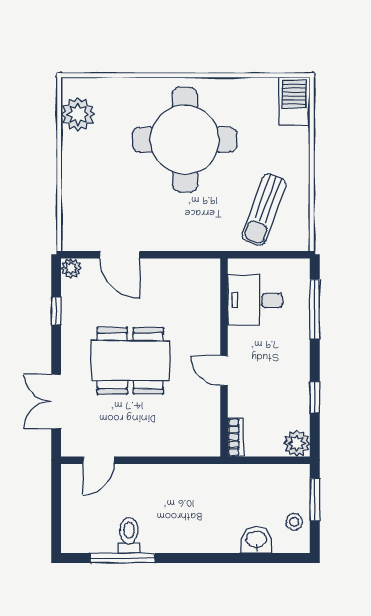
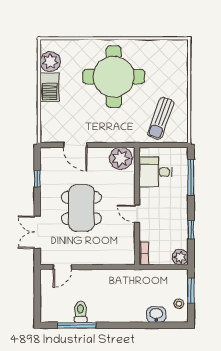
barbecue: (294, 101) -> (49, 87), moved, turned 180
plant: (71, 268) -> (121, 158), moved, width x1.87, depth x1.87
dining table: (130, 361) -> (81, 208), turned 90

